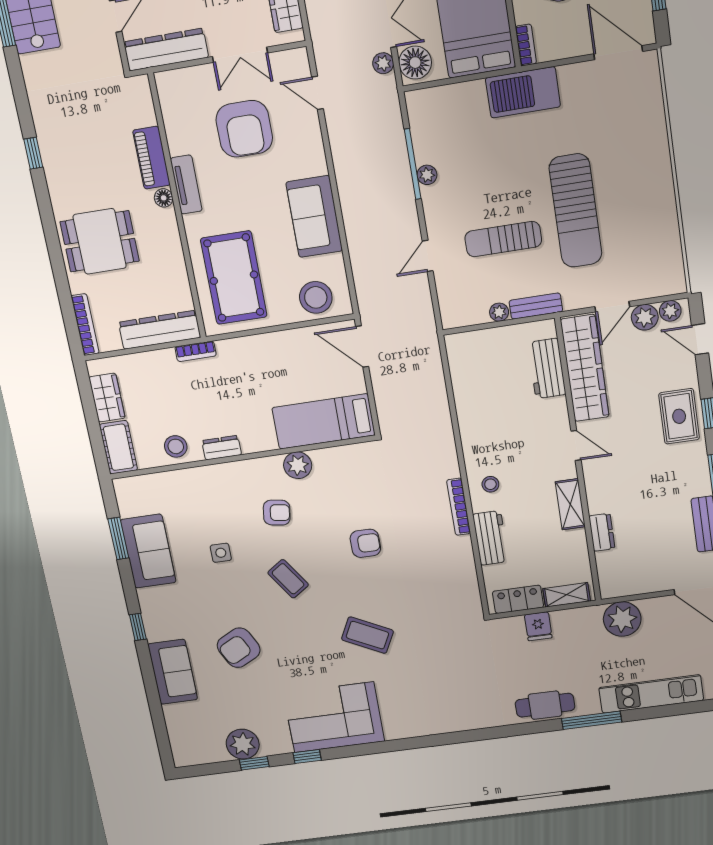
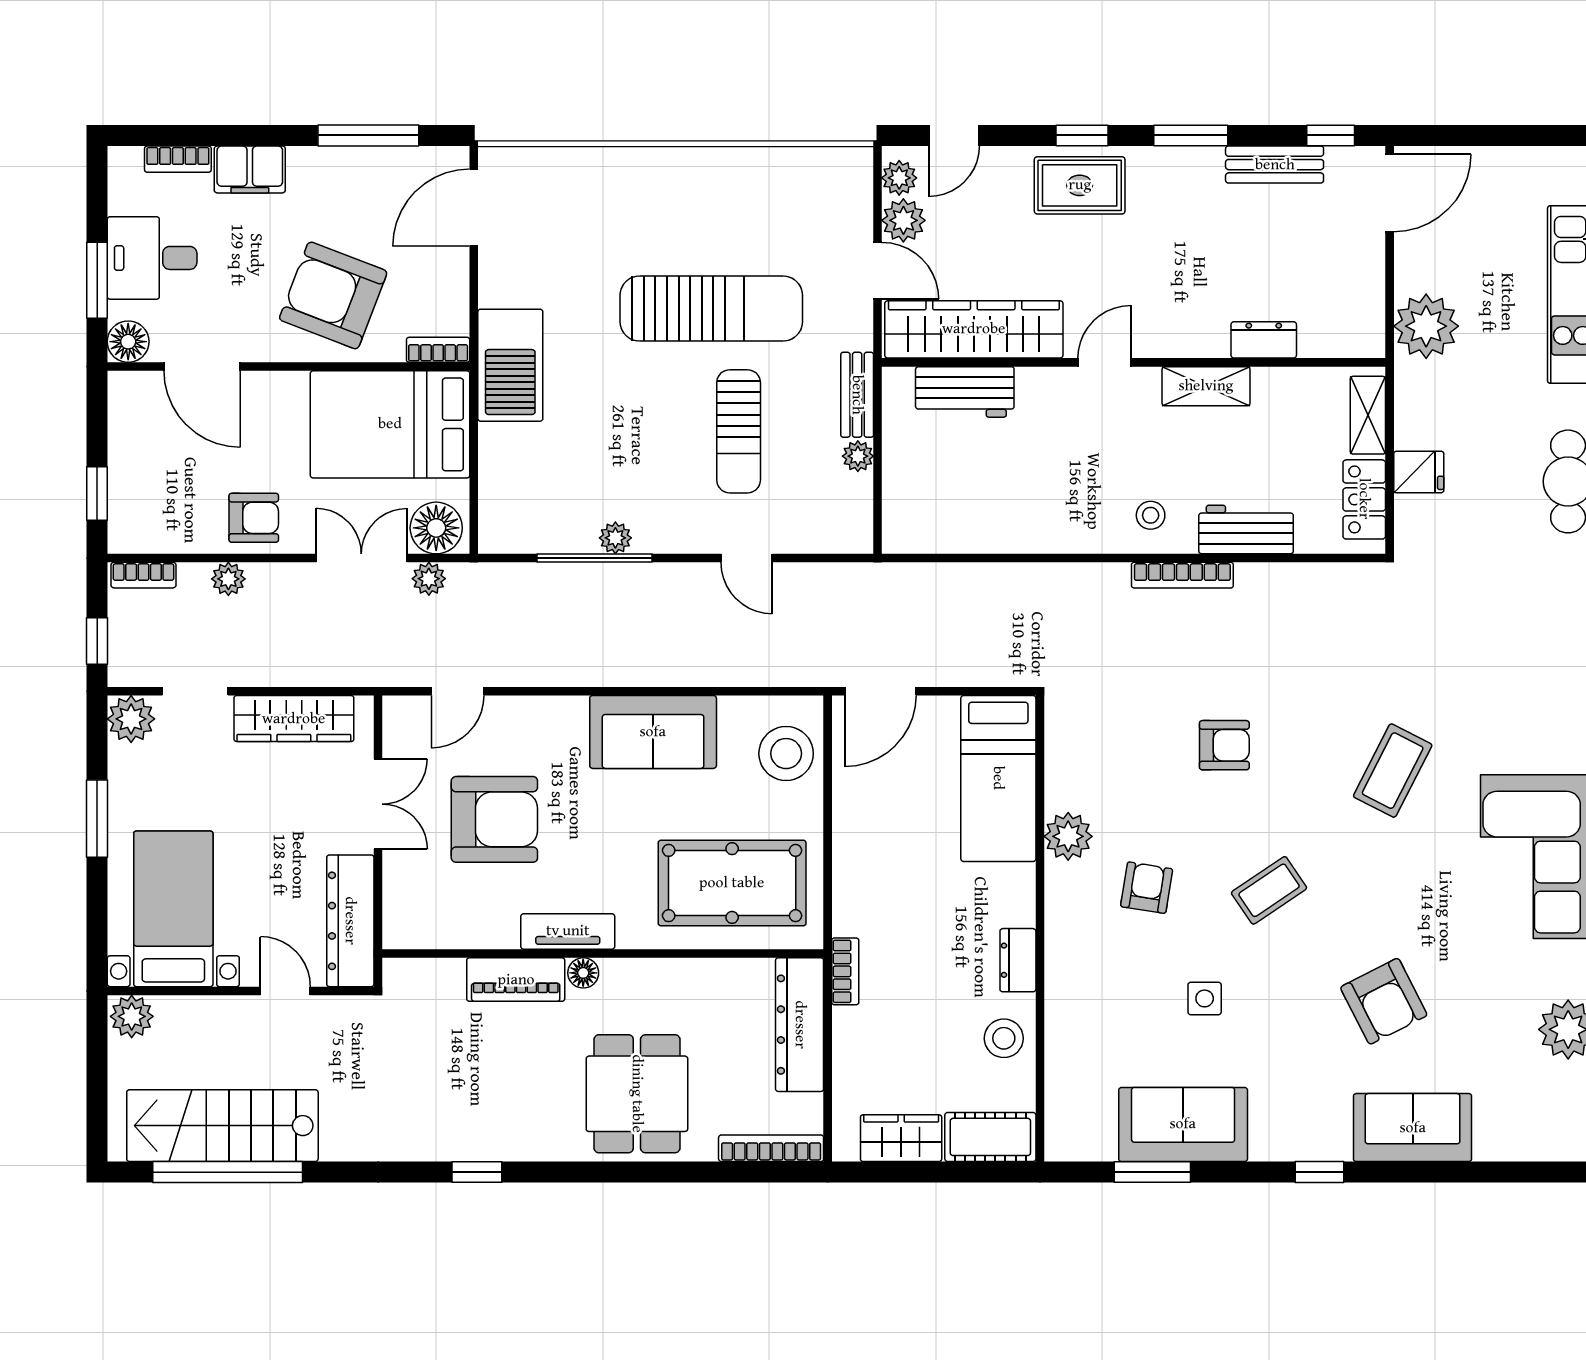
armchair: (365, 543) -> (1224, 745), turned 90

